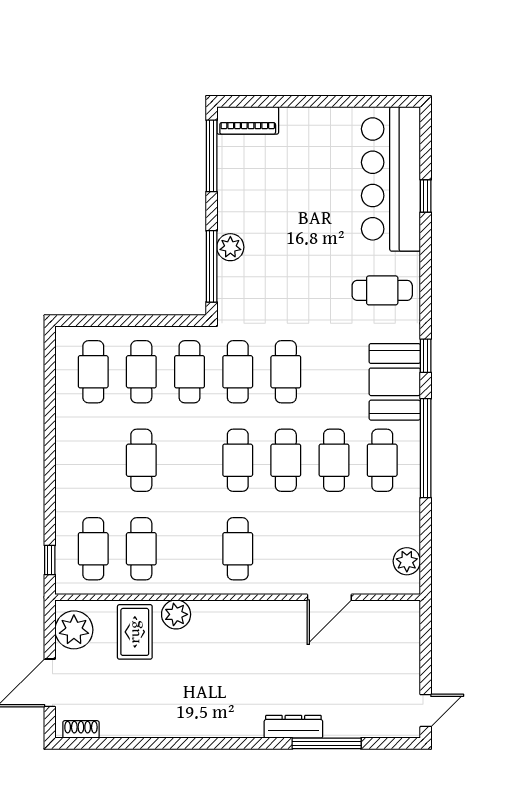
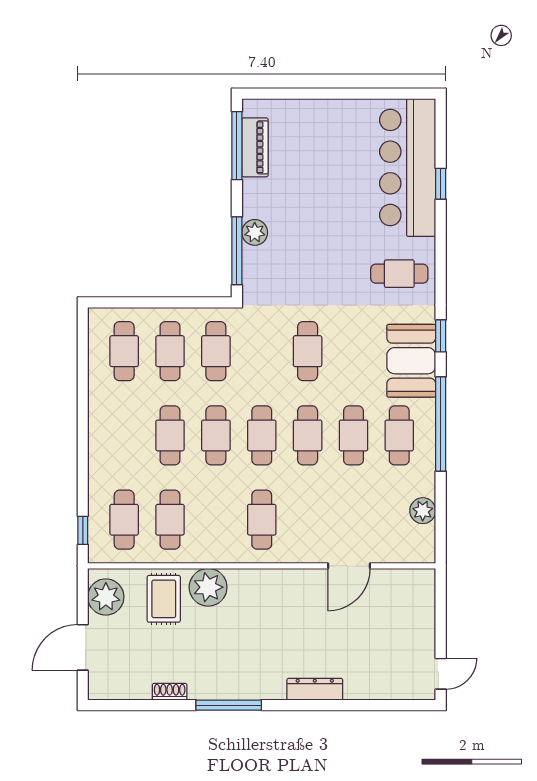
piano: (248, 120) -> (255, 147), moved, turned -90
cafe table: (238, 372) -> (216, 435), moved
plant: (407, 561) -> (423, 511), moved
plant: (176, 614) -> (208, 587), width x1.36, depth x1.36
shoe rack: (81, 729) -> (170, 692), moved
window: (327, 743) -> (229, 705), moved

